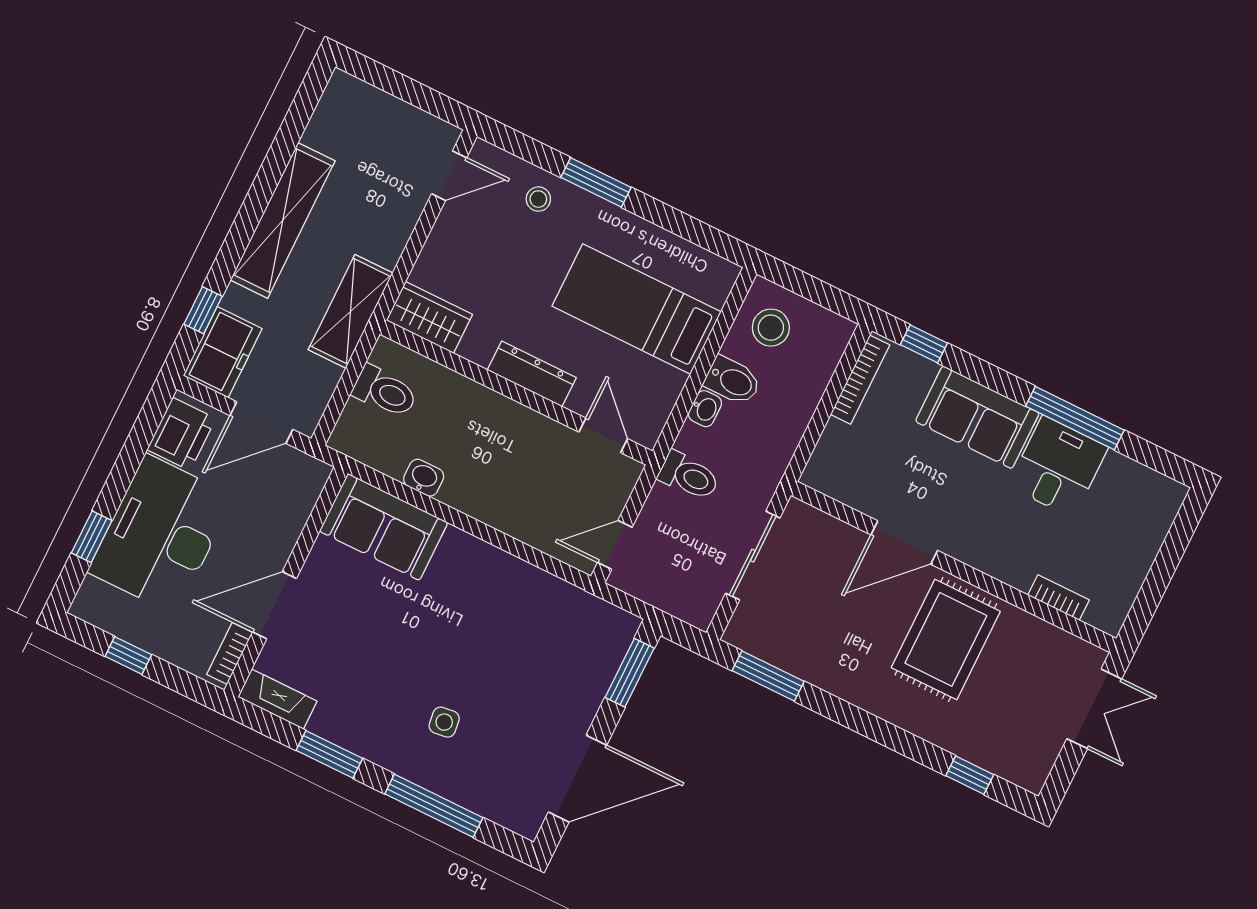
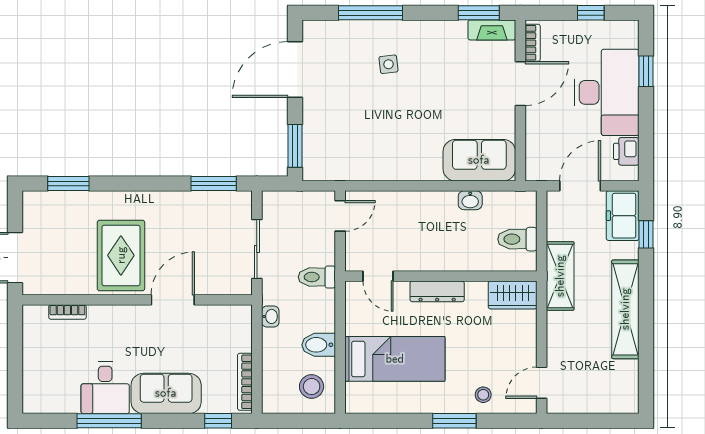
washbasin: (705, 409) -> (270, 316), moved, turned 180
printer: (181, 434) -> (626, 151), width x0.73, depth x0.81
window: (329, 754) -> (479, 13), moved
window: (970, 775) -> (68, 184), width x1.50

